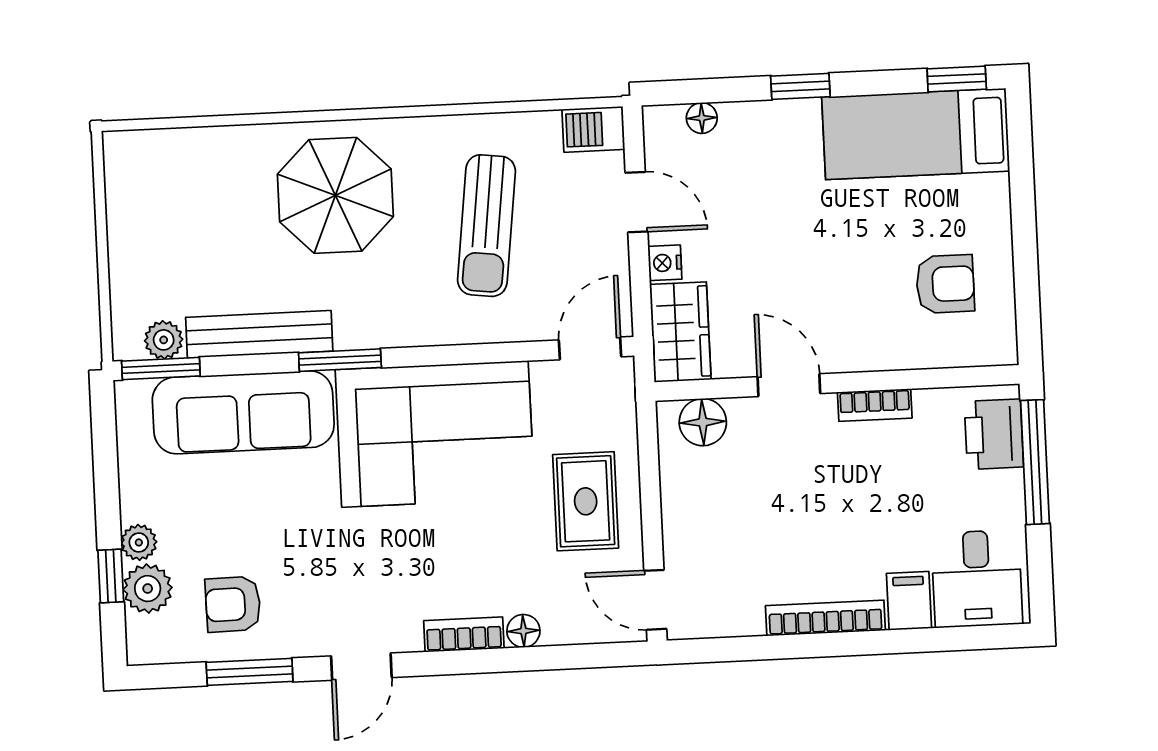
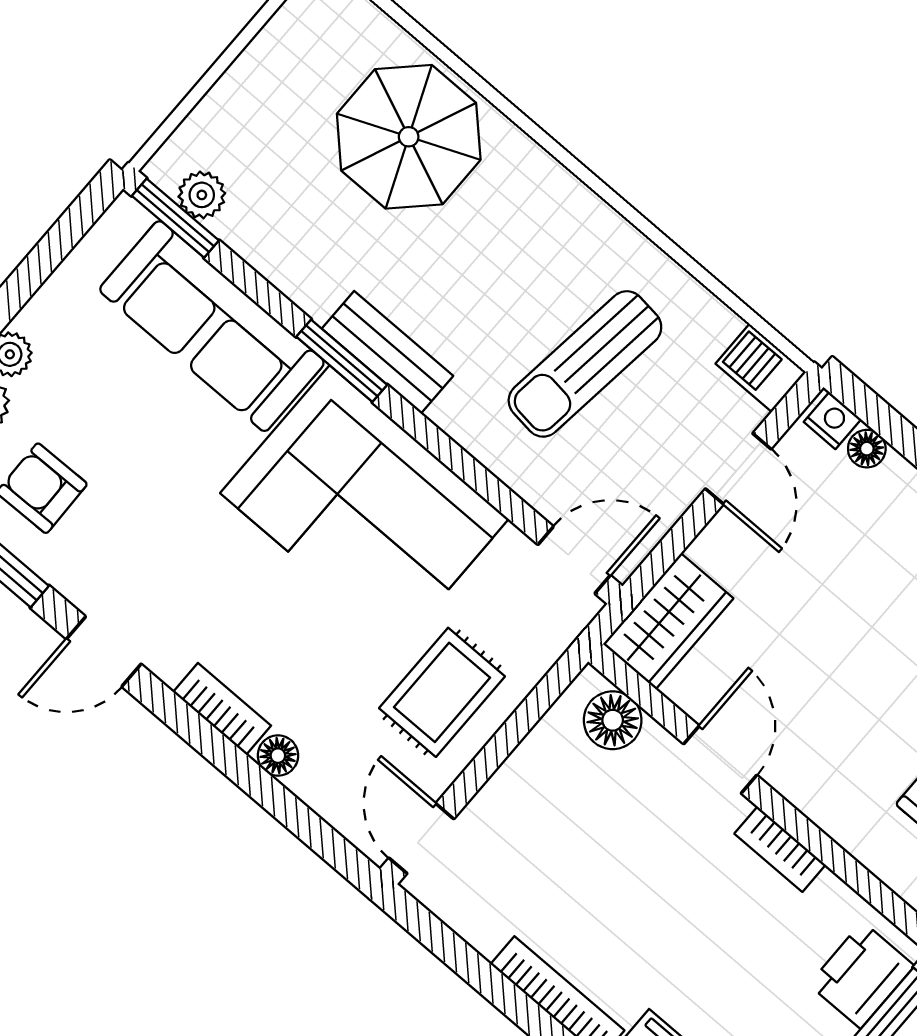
parasol: (335, 195) -> (409, 137), moved
nightstand: (665, 263) -> (832, 421), moved, turned 90
bench: (259, 334) -> (388, 352), moved, width x0.73

